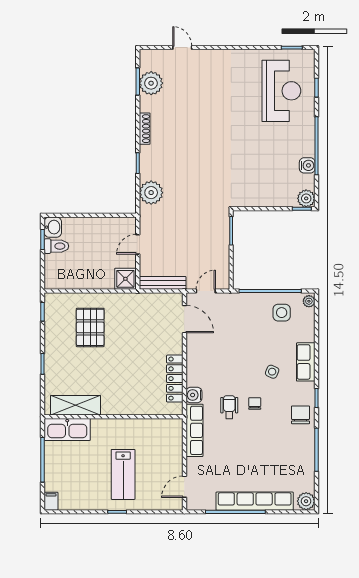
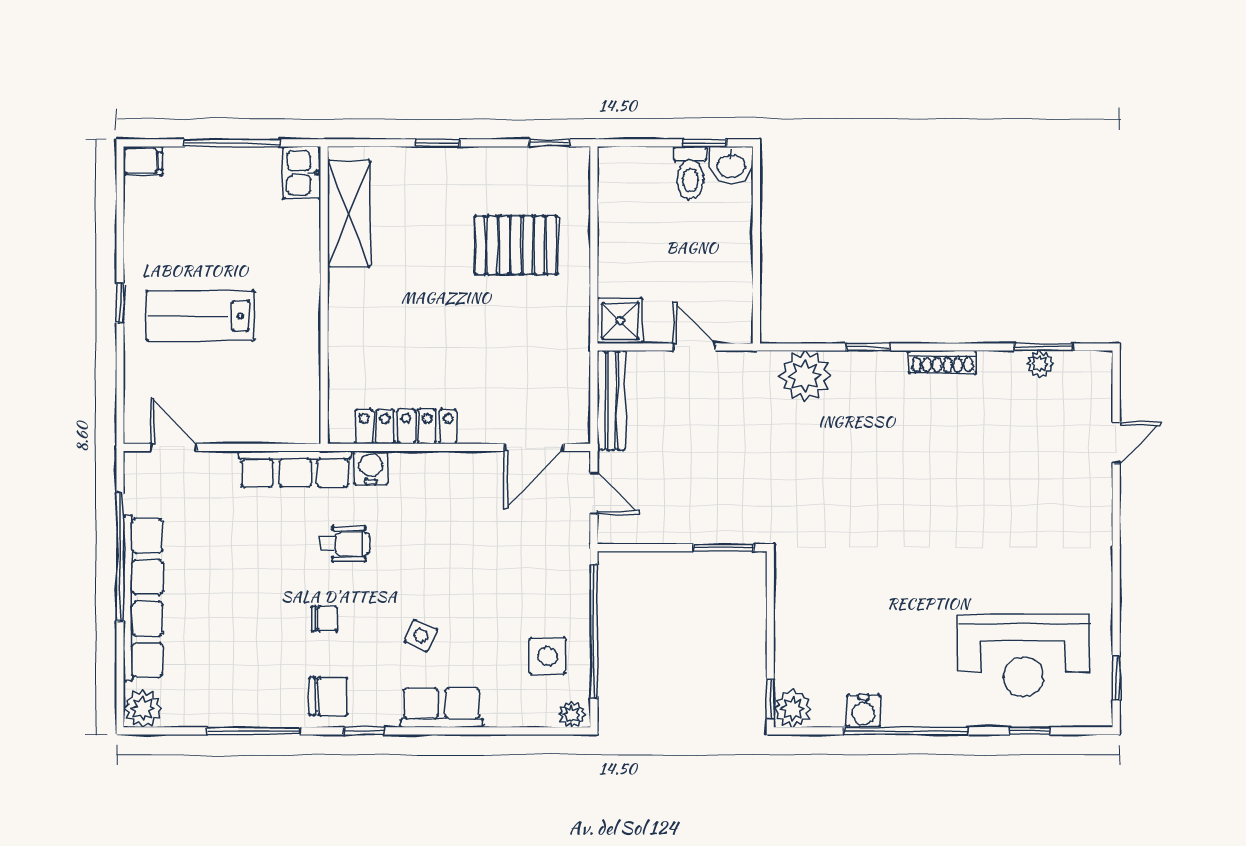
plant: (151, 83) -> (1040, 364), width x0.53, depth x0.53
chair: (255, 404) -> (324, 619), moved
kitchen sink: (67, 429) -> (301, 173), width x0.53, depth x0.81

